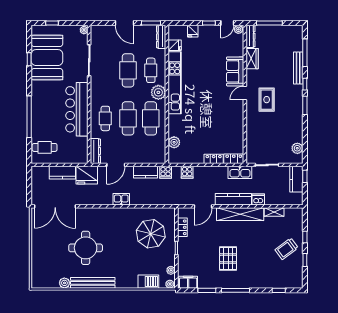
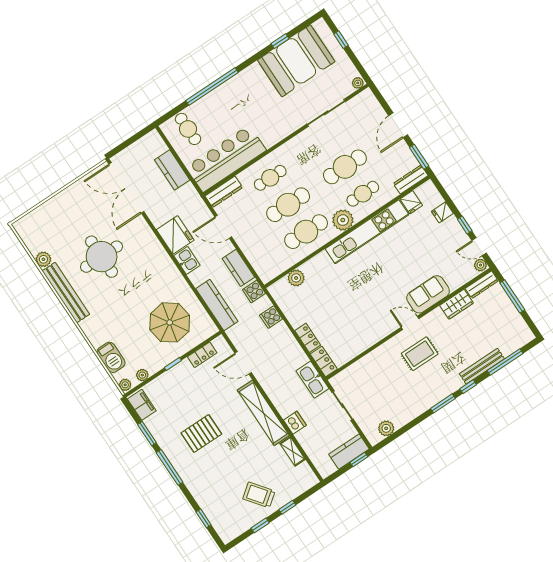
bar counter: (77, 109) -> (226, 159), moved
fridge: (87, 175) -> (175, 235), moved, turned 180
kitchen counter: (233, 199) -> (217, 305), moved

